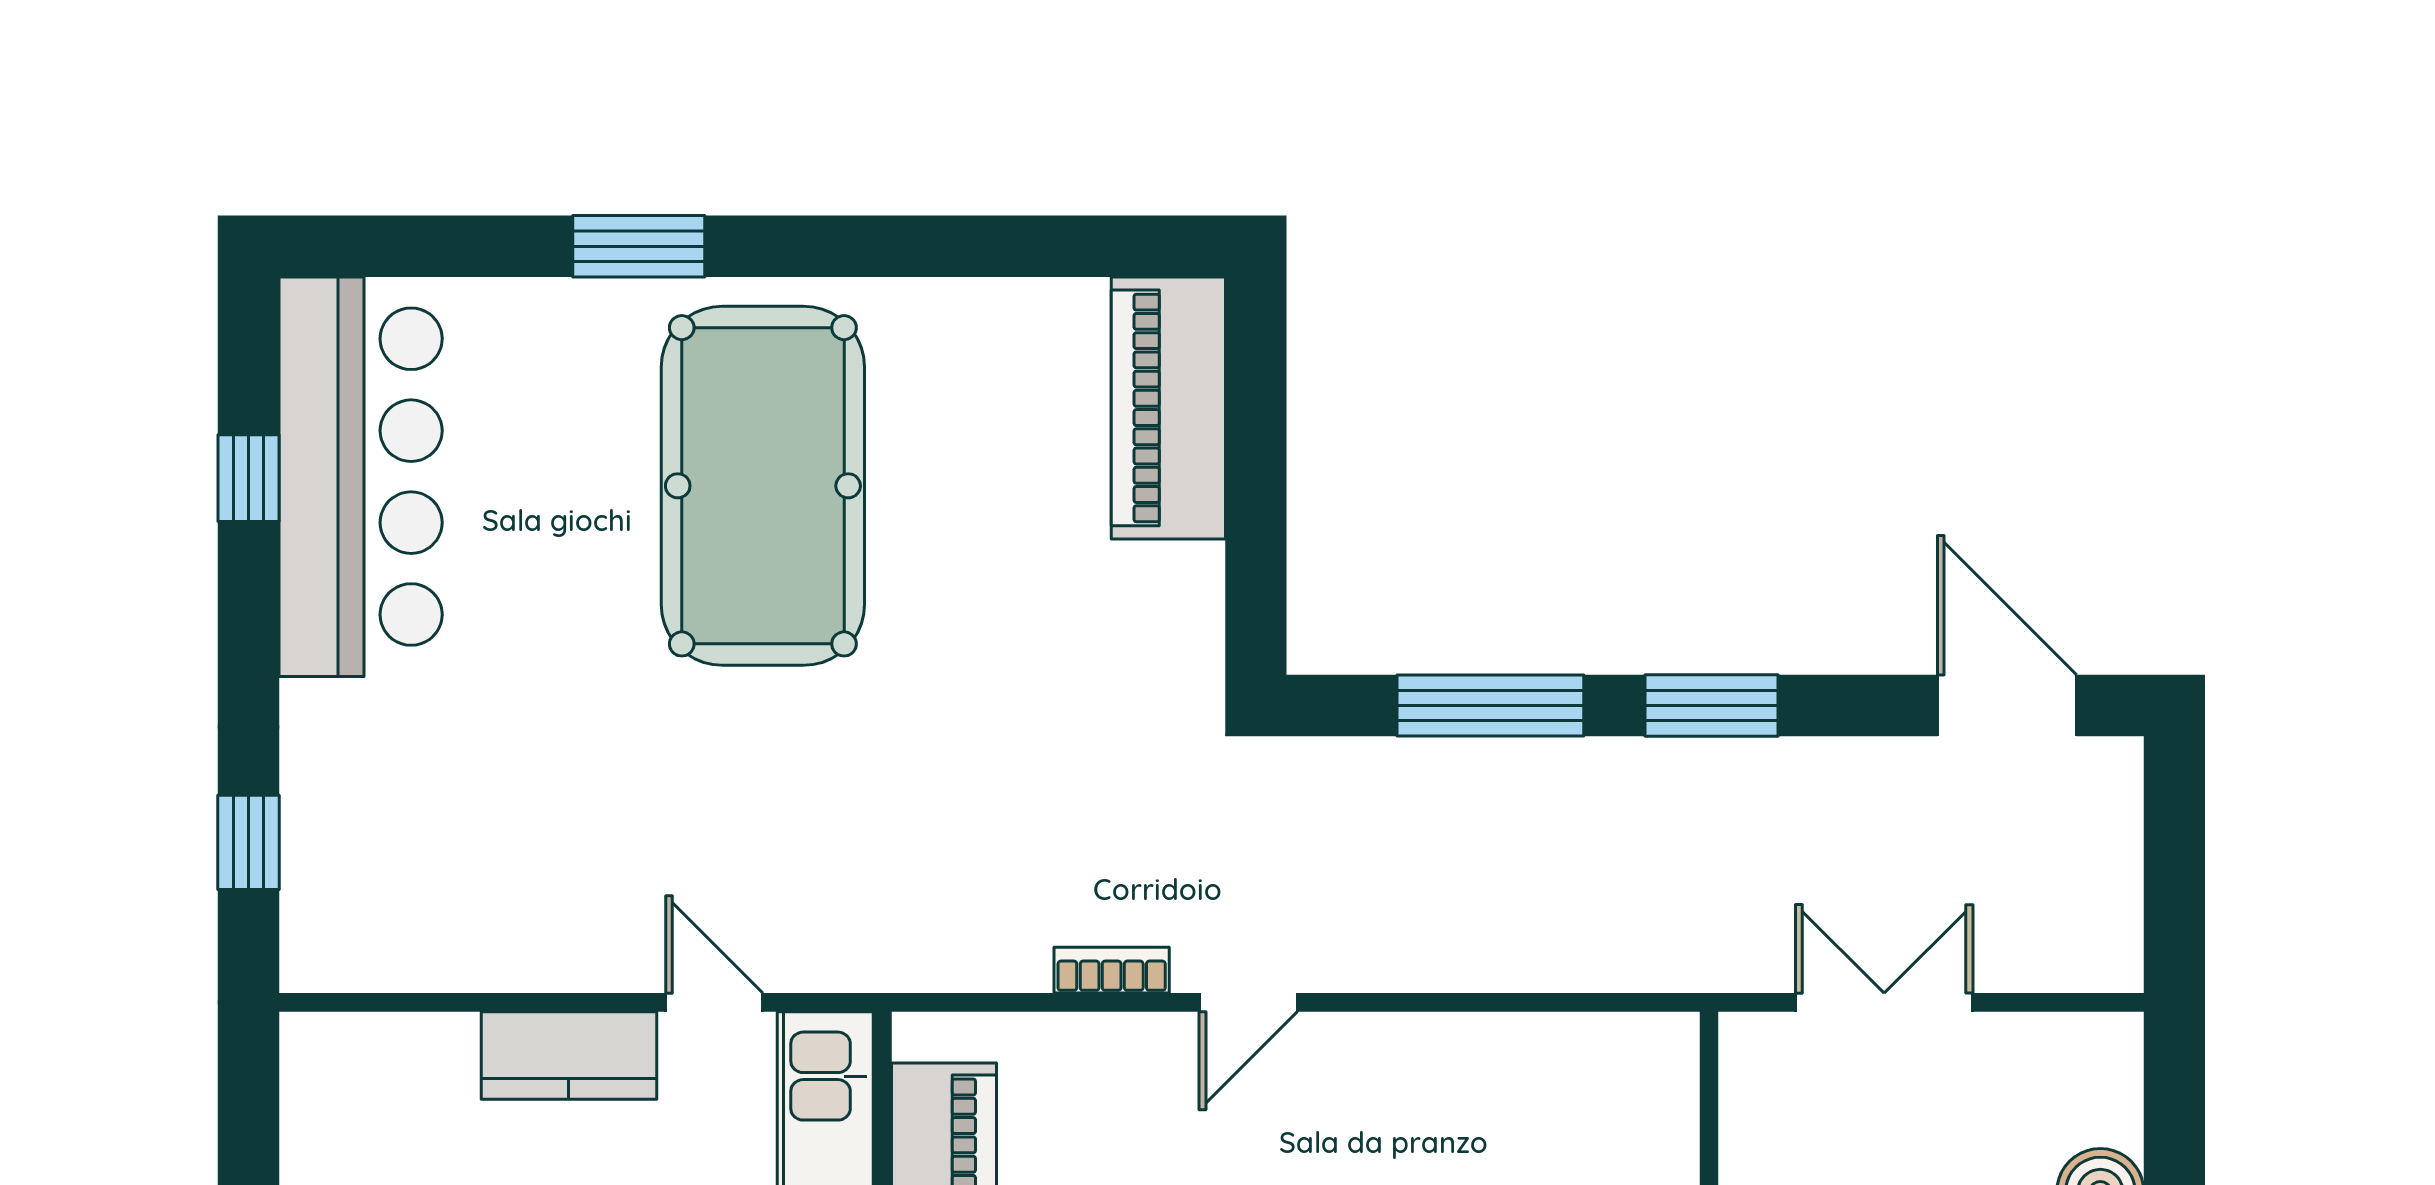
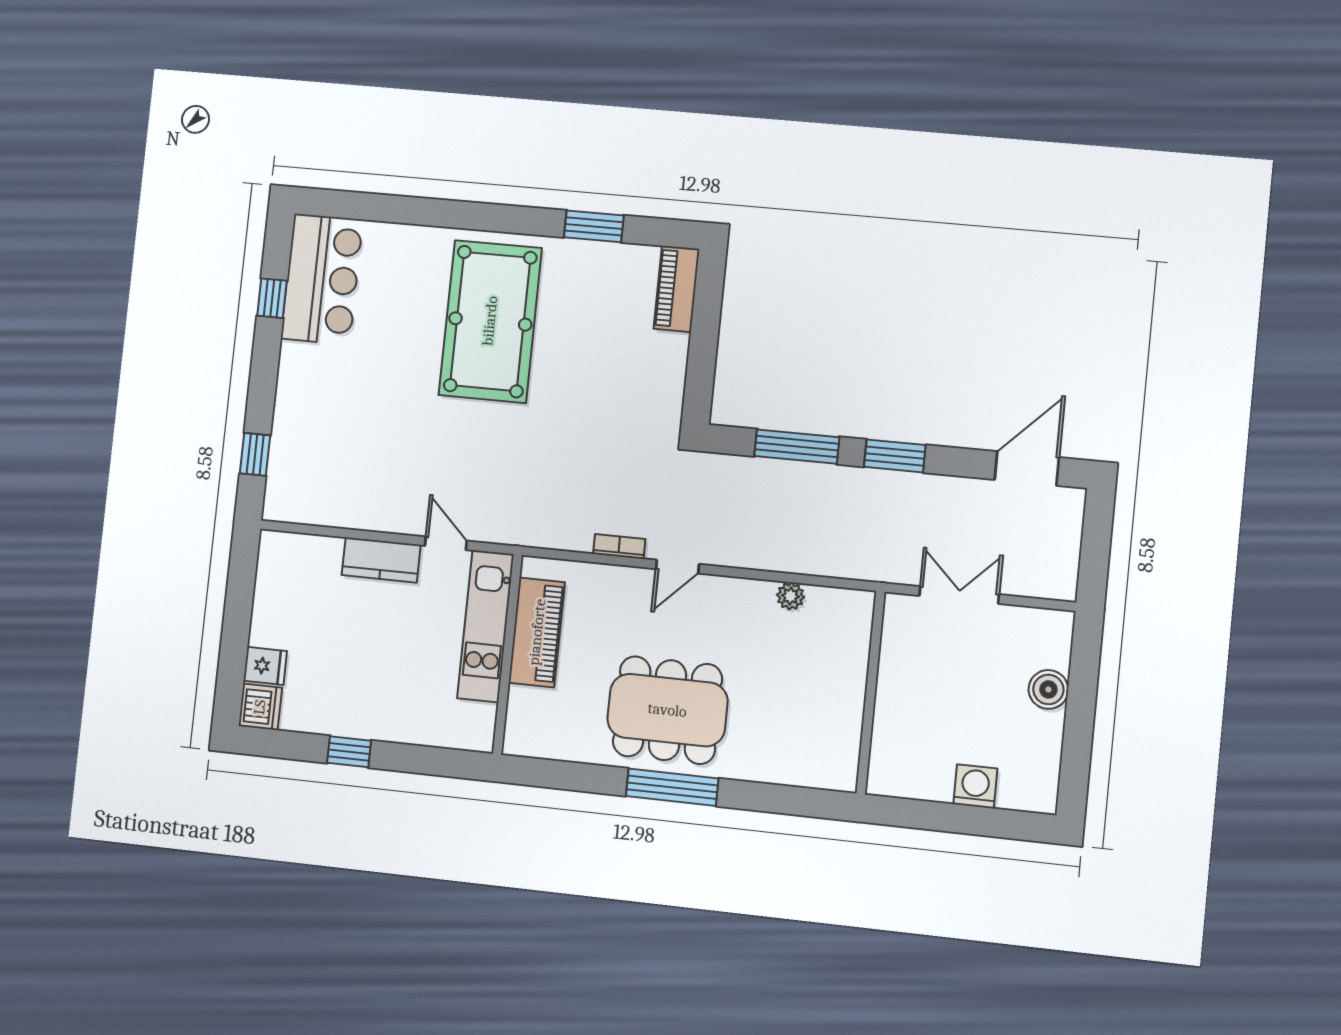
window: (639, 246) -> (594, 226), moved
piano: (1168, 408) -> (677, 289), width x0.73, depth x0.75
bar counter: (361, 477) -> (322, 279), width x0.73
door: (2007, 705) -> (1027, 469), hinge flipped
plant: (1509, 1043) -> (790, 596), added

